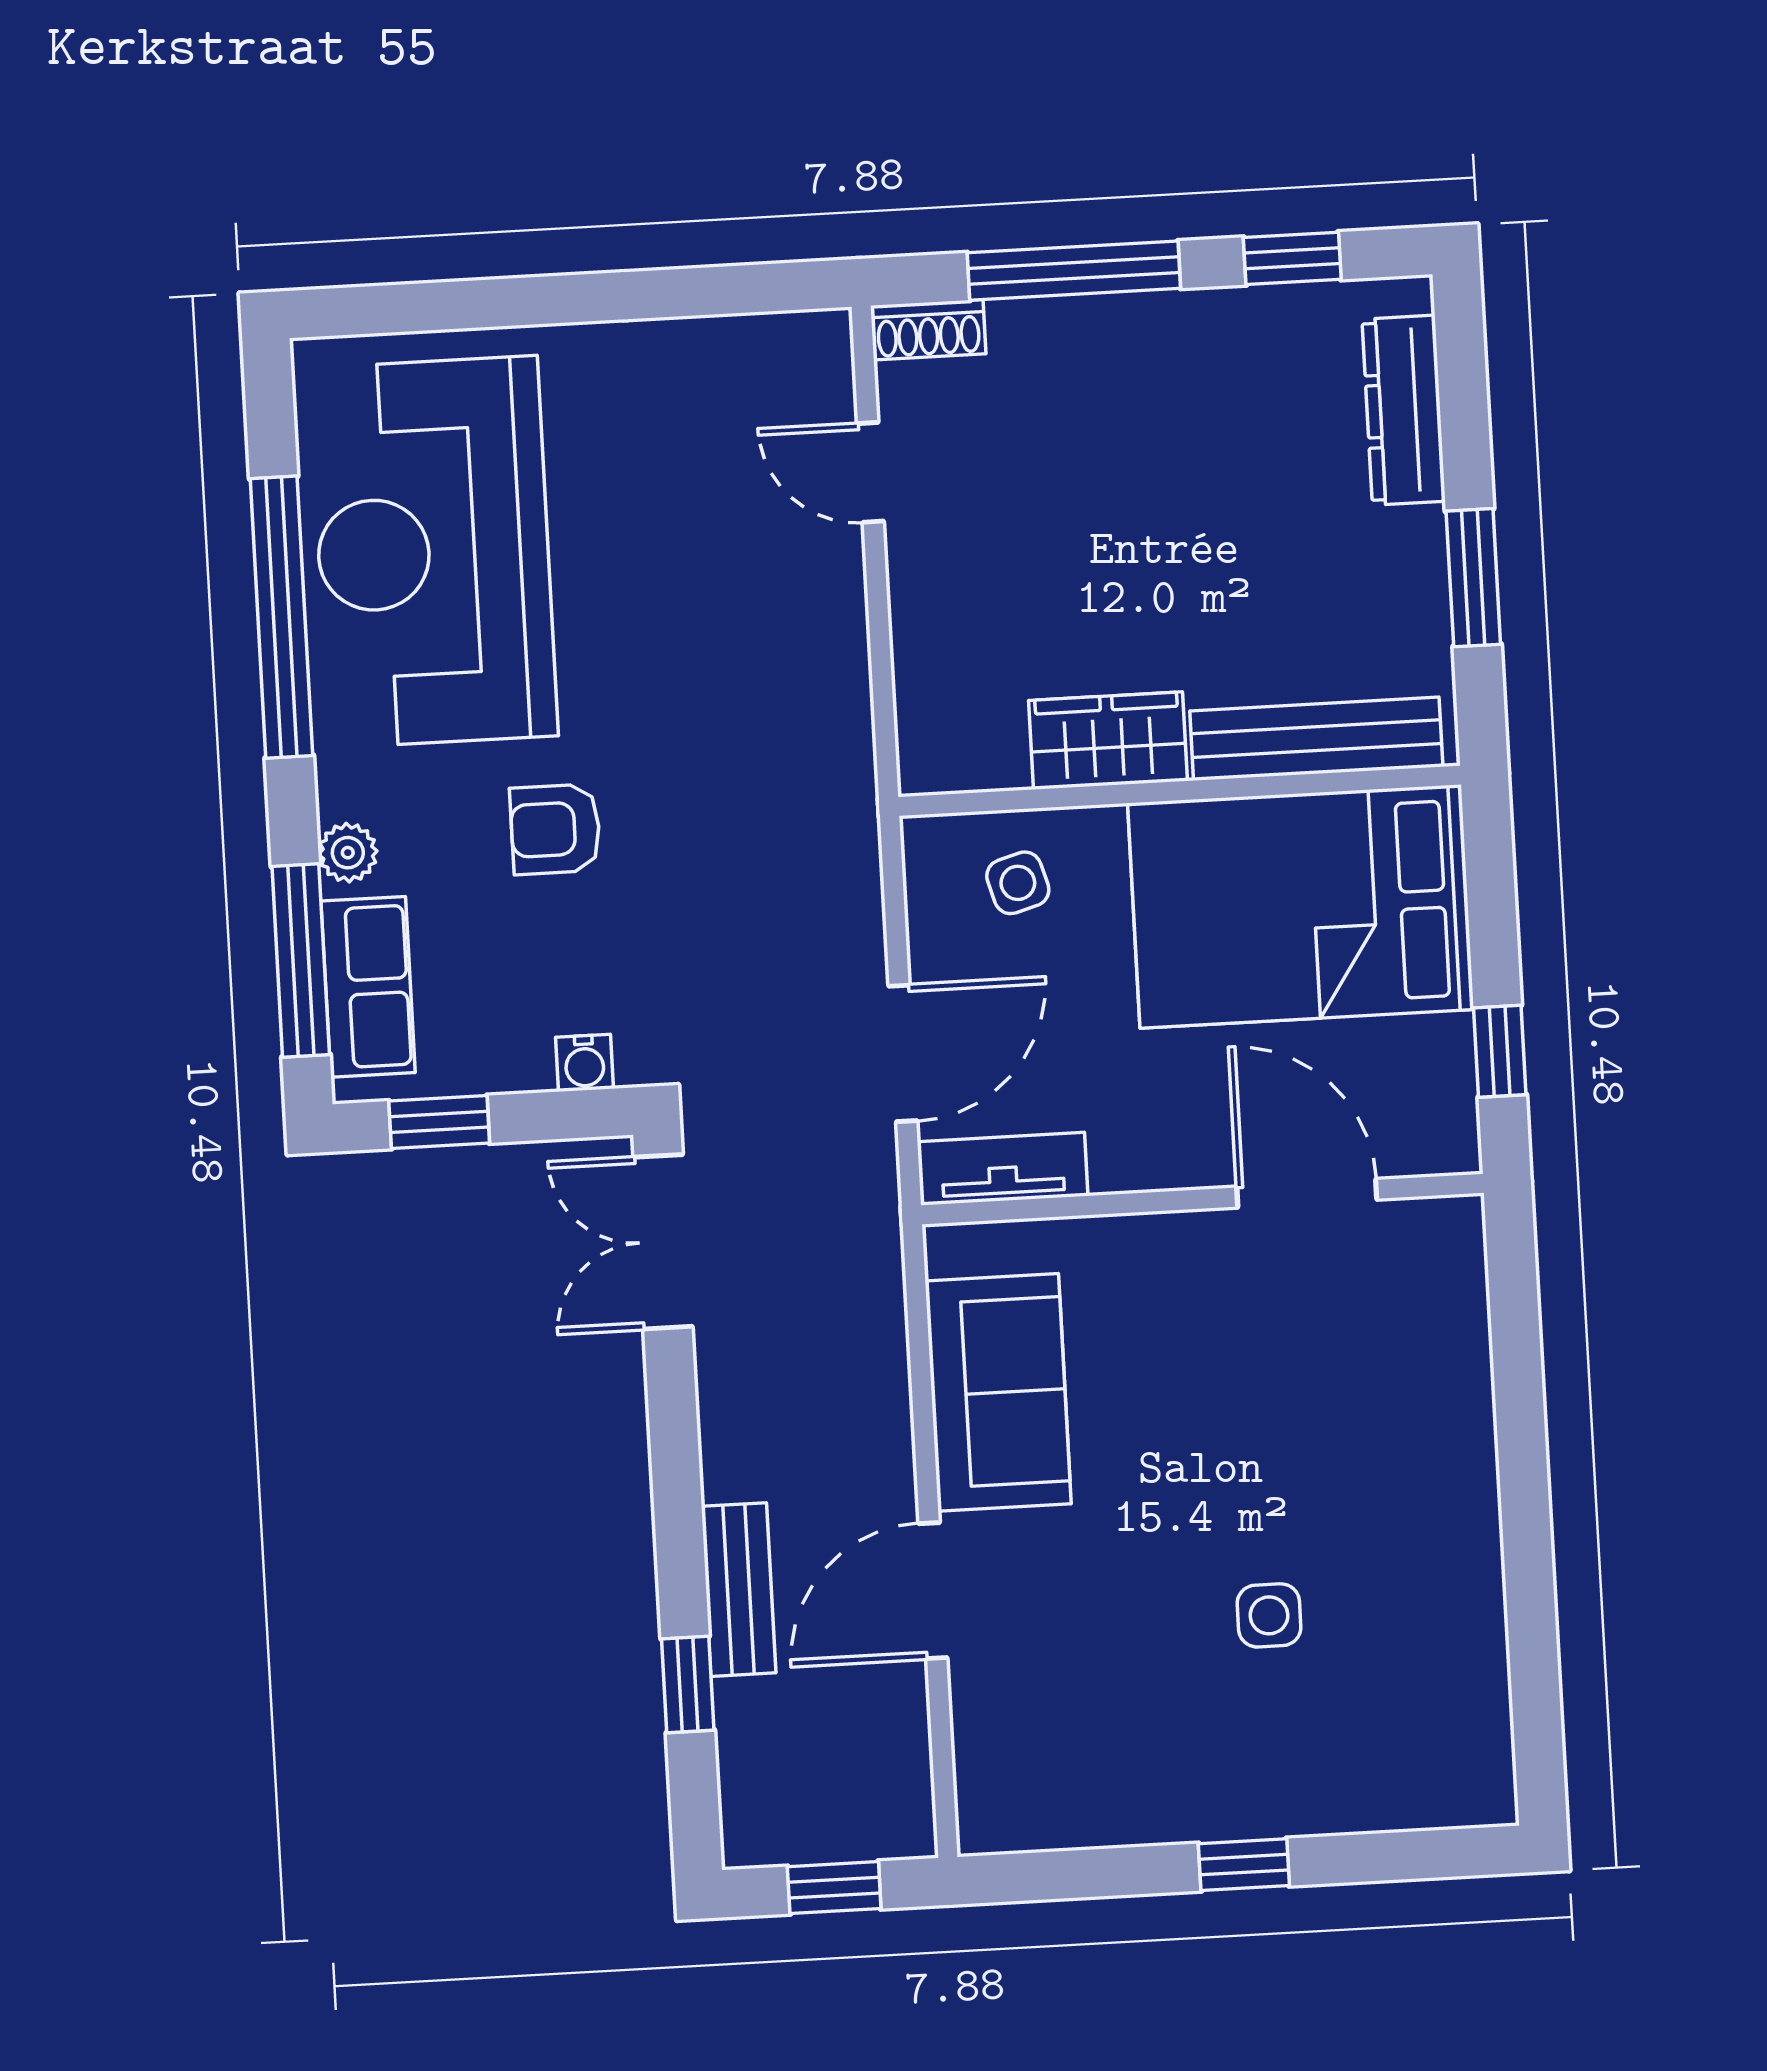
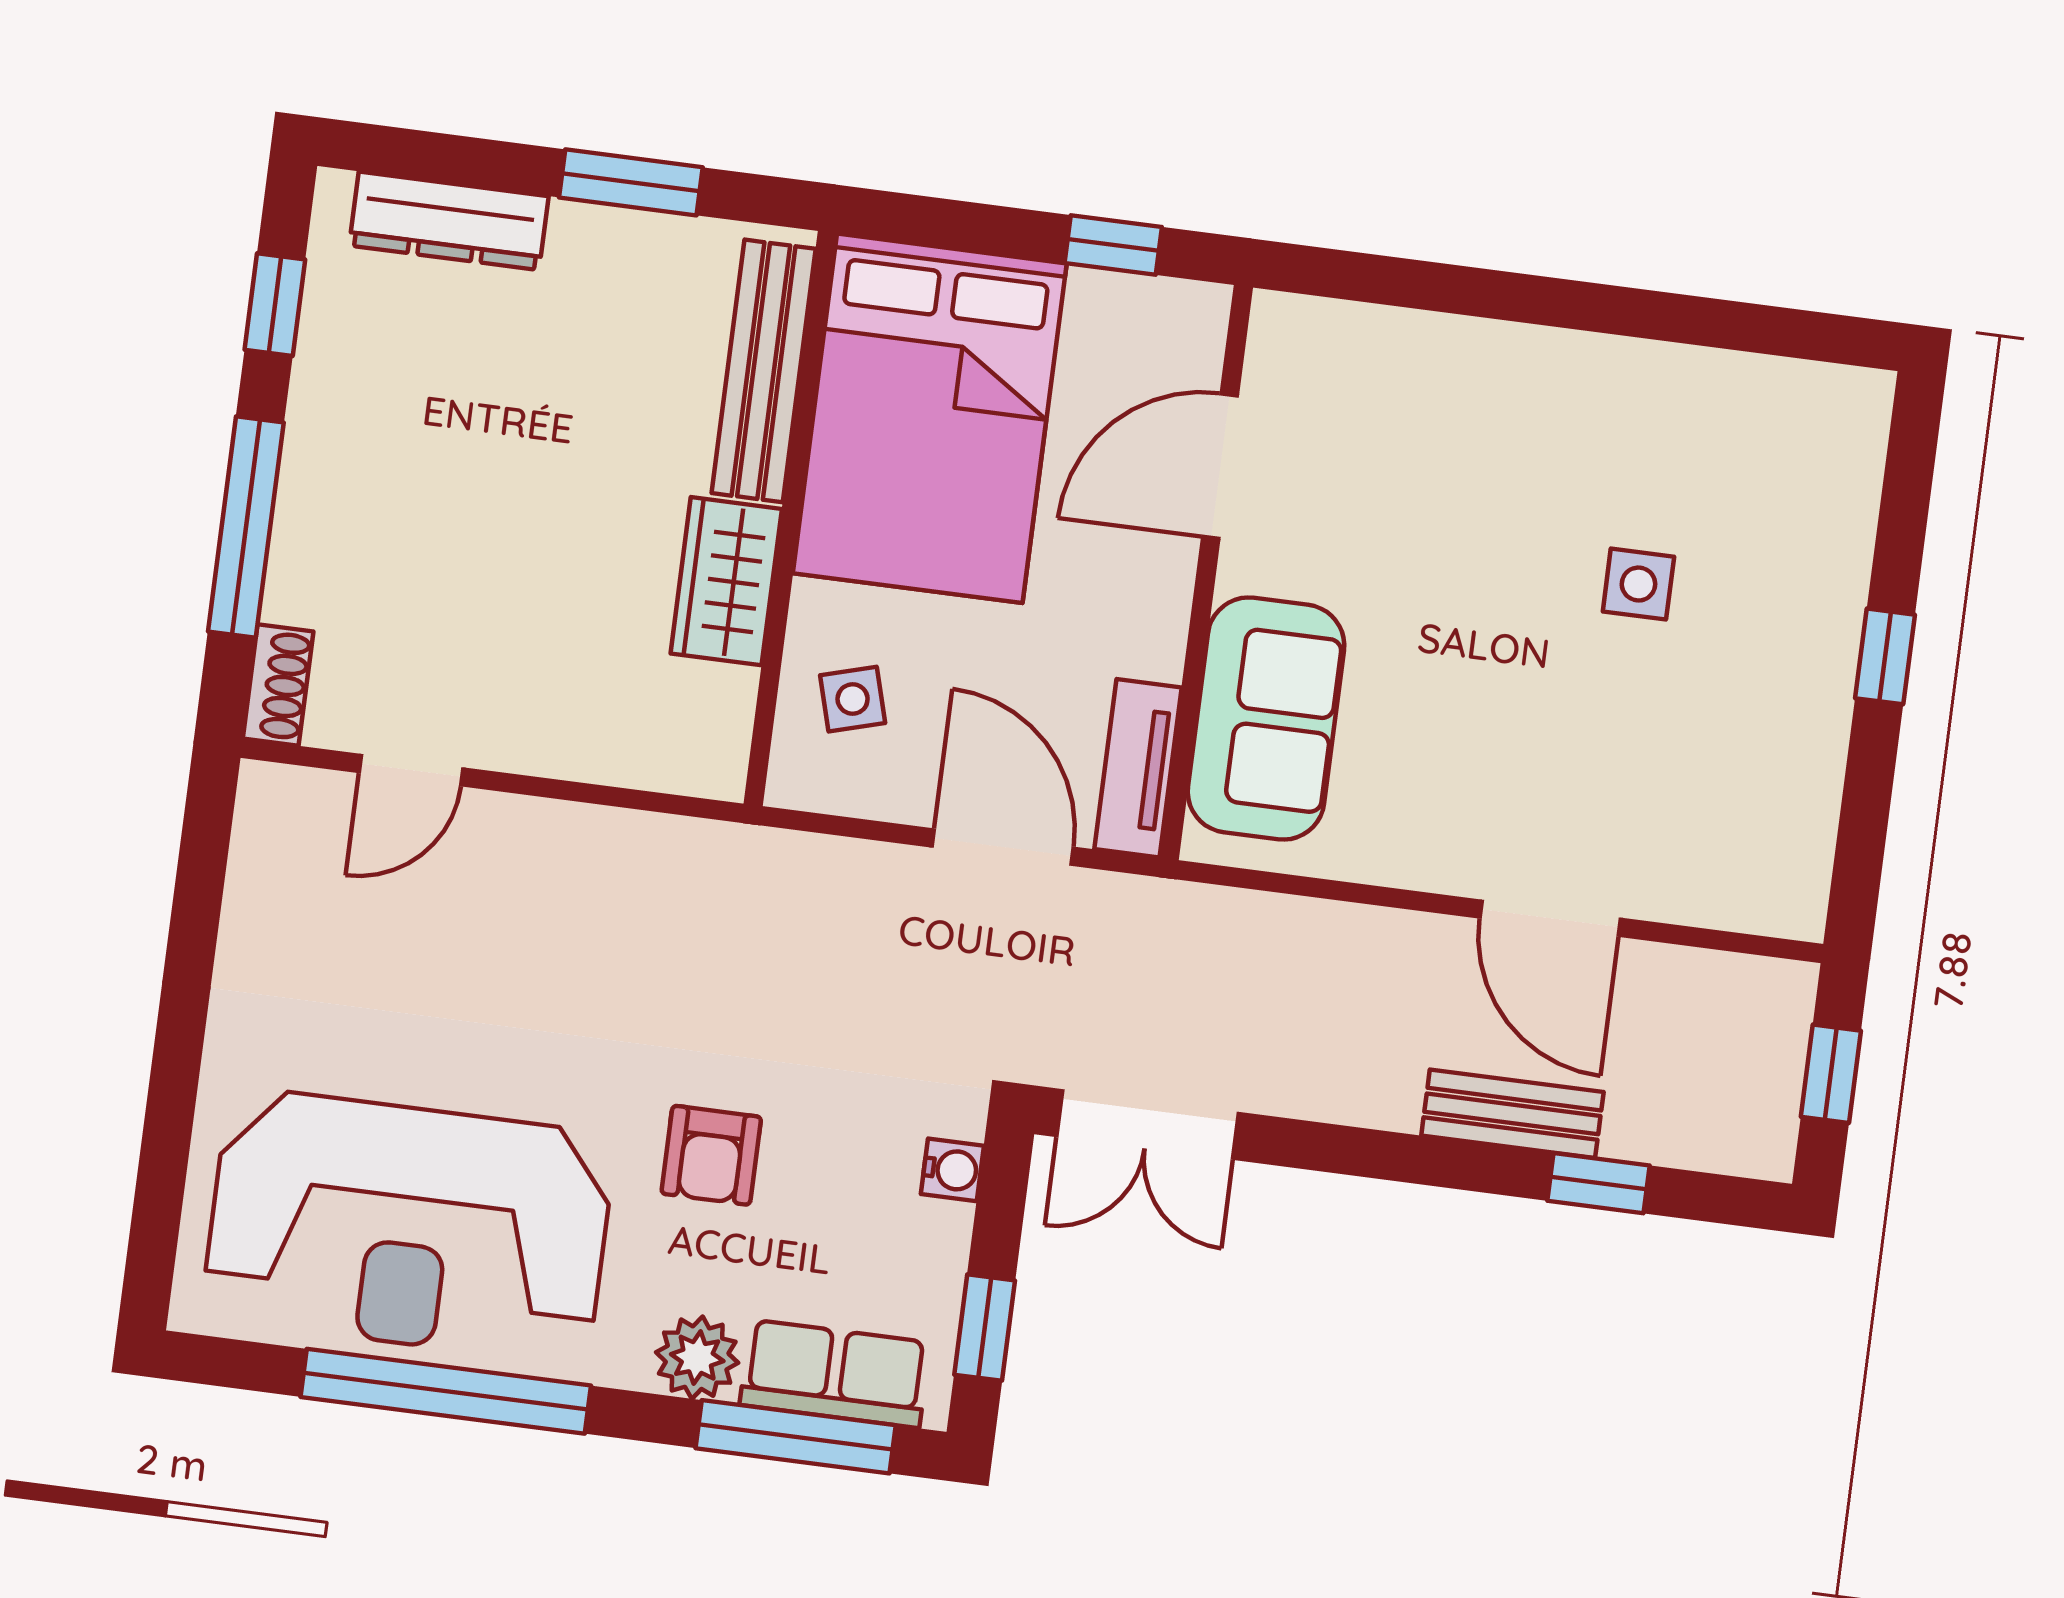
plant: (348, 853) -> (697, 1358), width x1.38, depth x1.38
sofa: (998, 1392) -> (1266, 719), moved, turned 90

